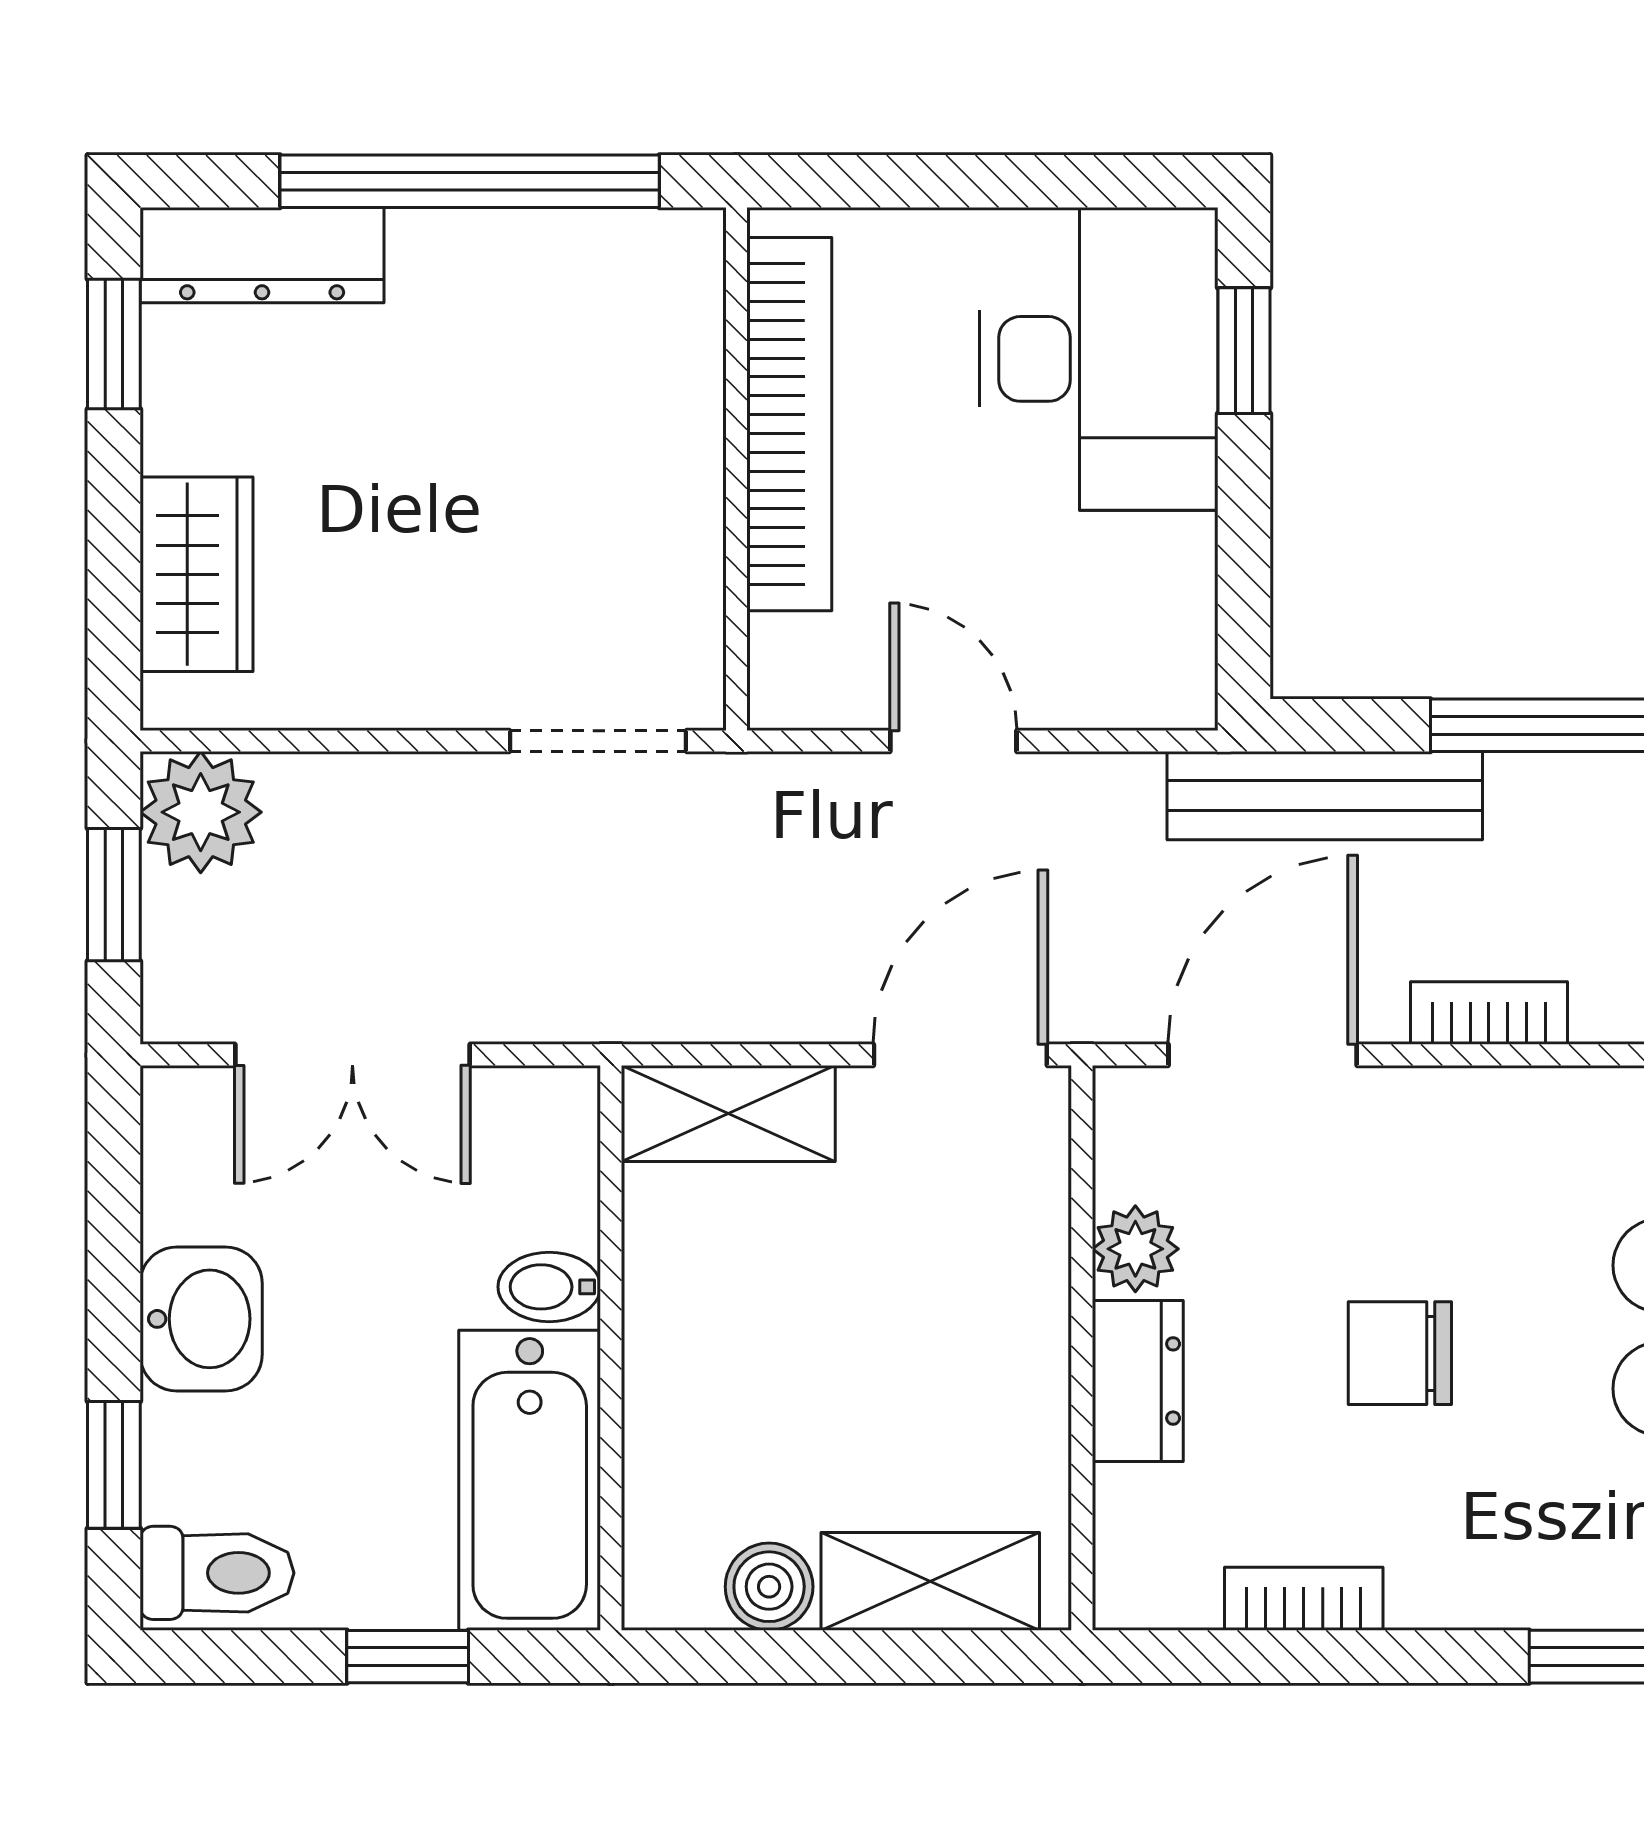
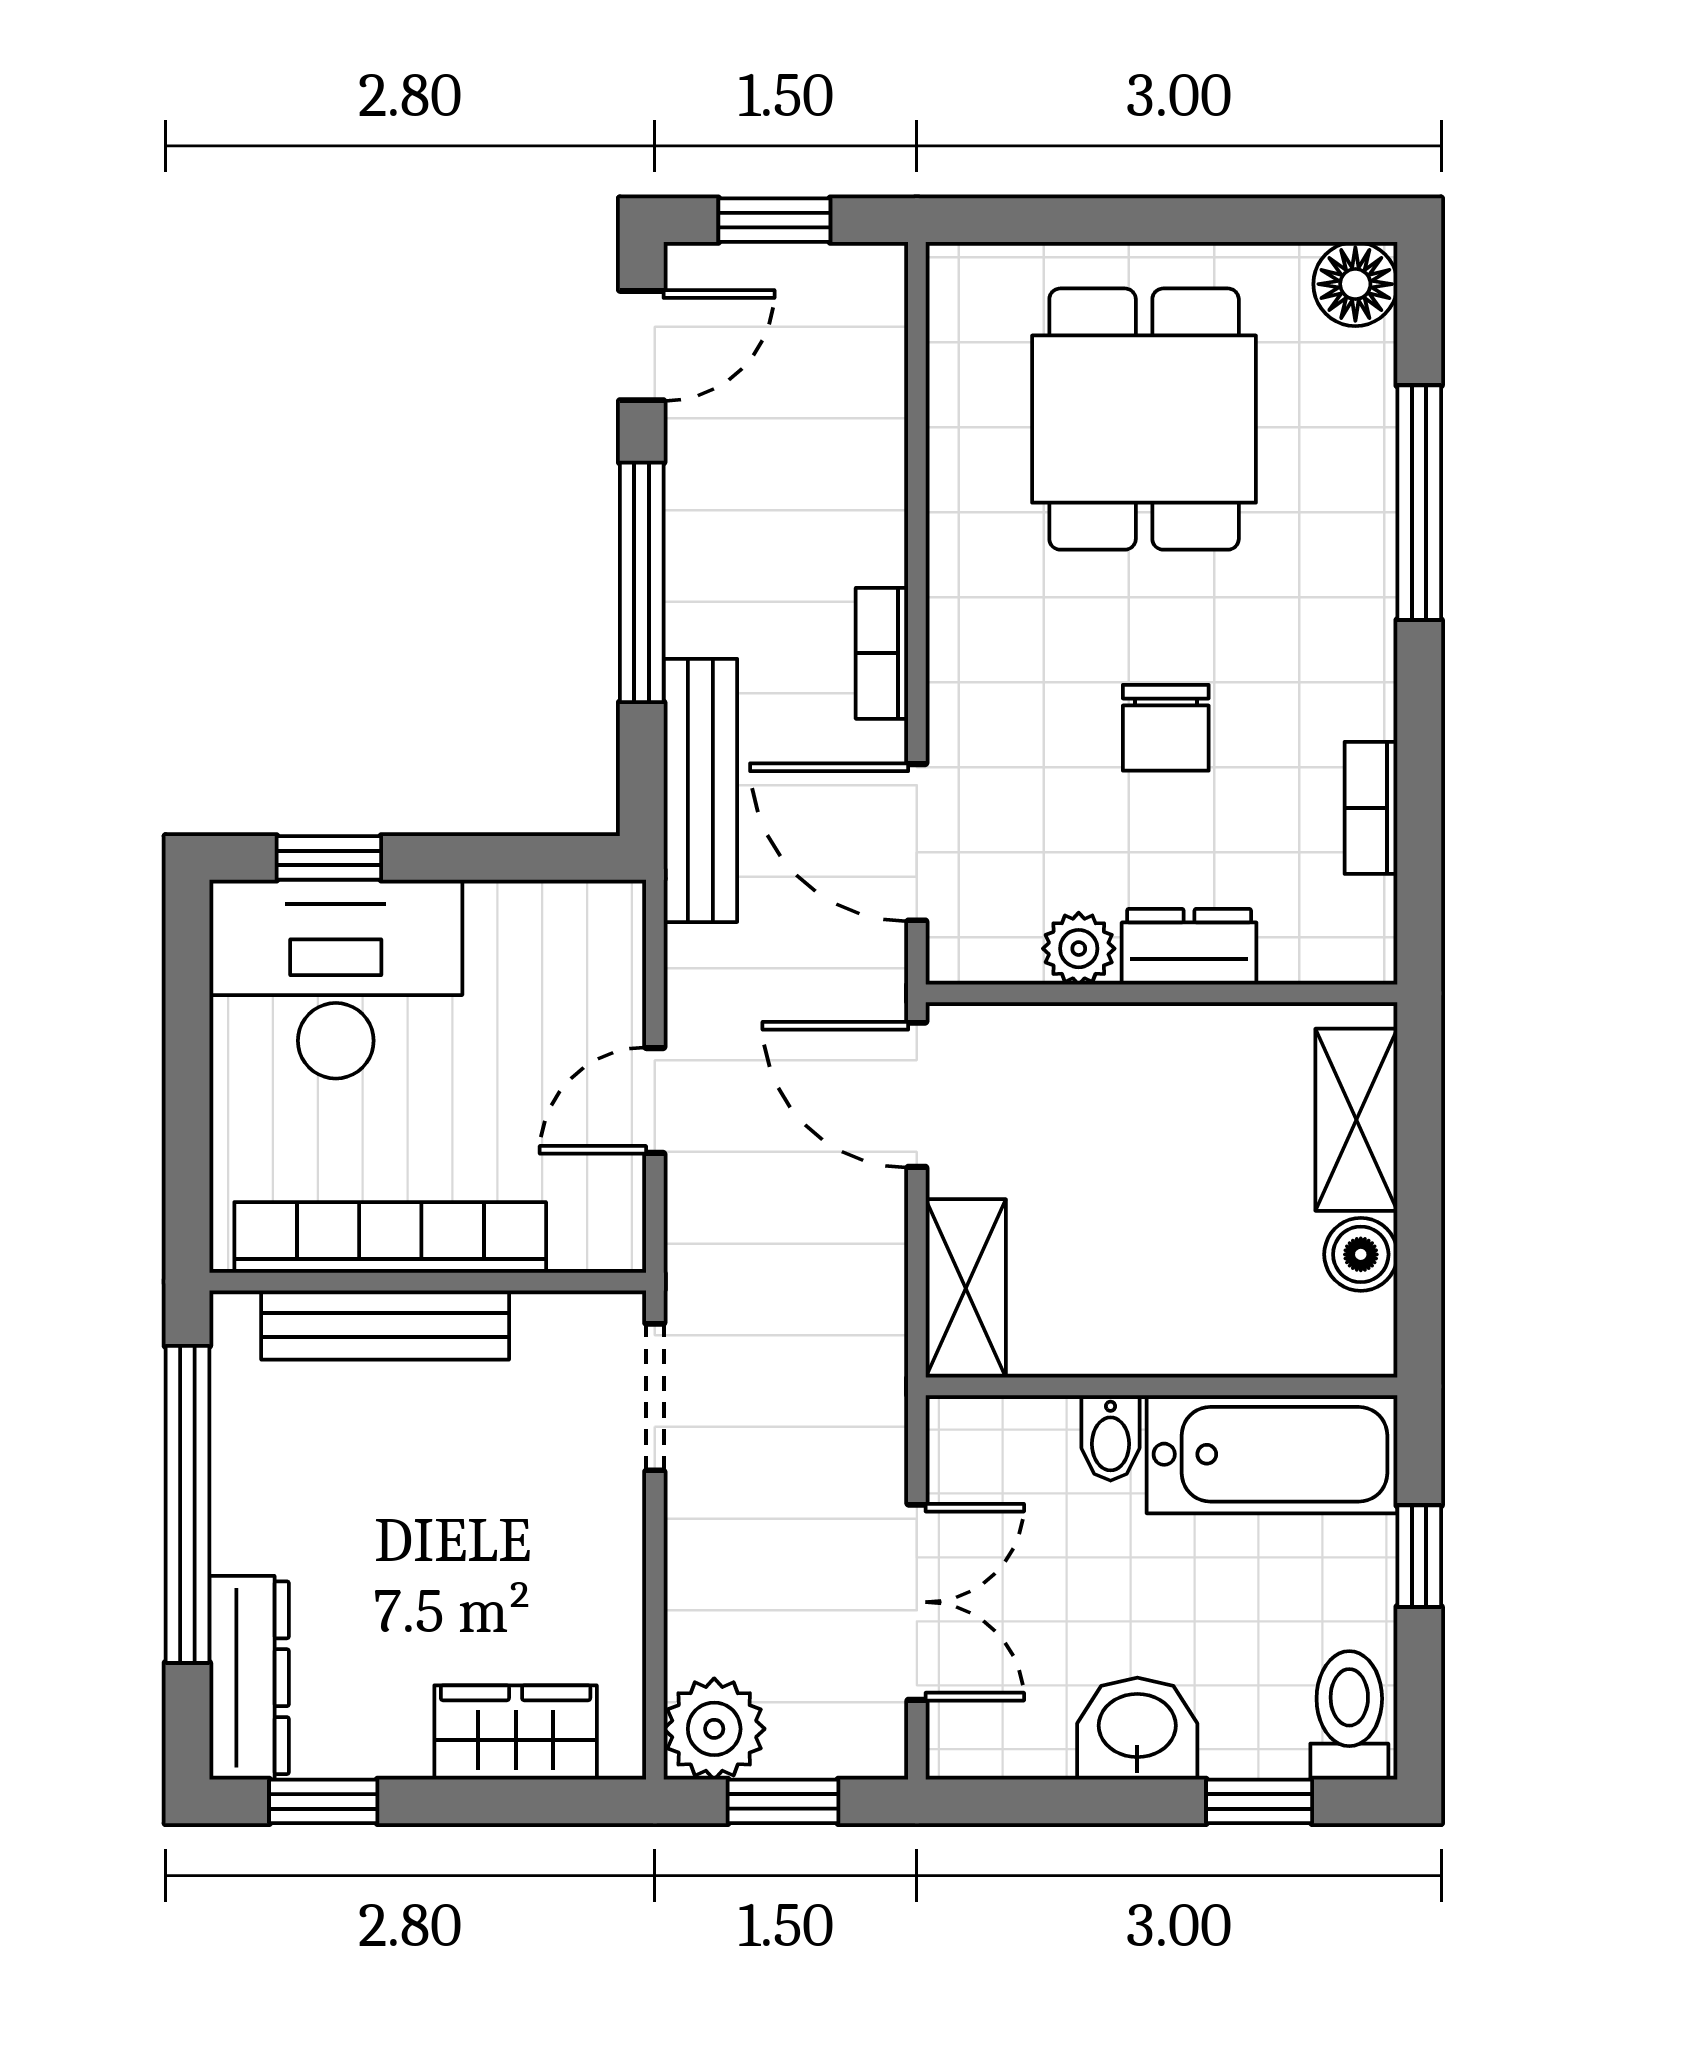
bench: (684, 418) -> (385, 1325), added

